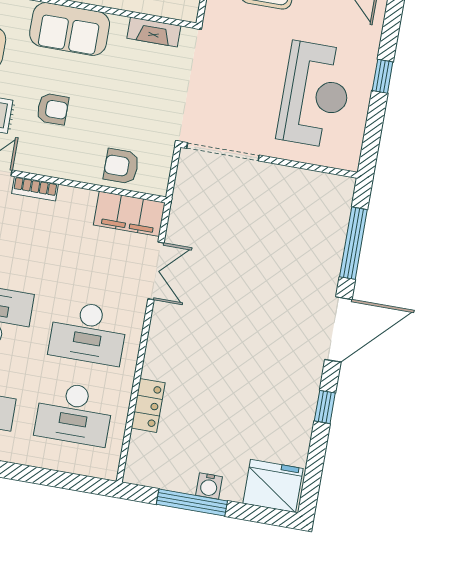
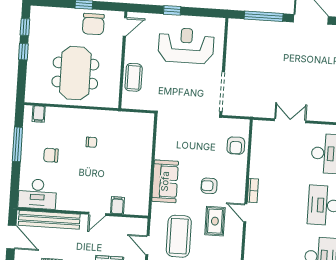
fireplace: (154, 32) -> (162, 136), removed
armchair: (53, 109) -> (209, 186), turned -90
filing cabinet: (129, 214) -> (261, 138), removed

